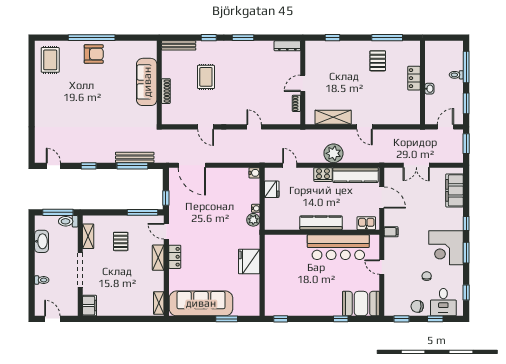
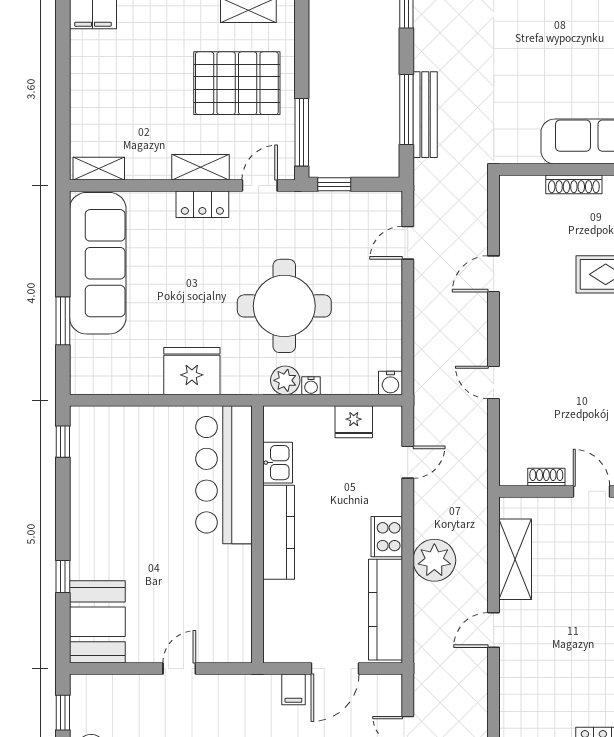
door: (254, 127) -> (494, 382), swing flipped
door: (192, 165) -> (408, 243), width x0.53
round table: (220, 220) -> (284, 306), added
kitchen sink: (366, 223) -> (278, 463), moved
filing cabinet: (391, 232) -> (293, 689), moved
pallet: (121, 241) -> (237, 83), width x2.05, depth x2.00
bar counter: (338, 247) -> (224, 475), moved

